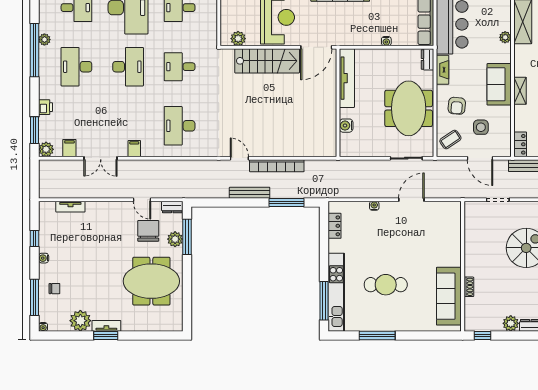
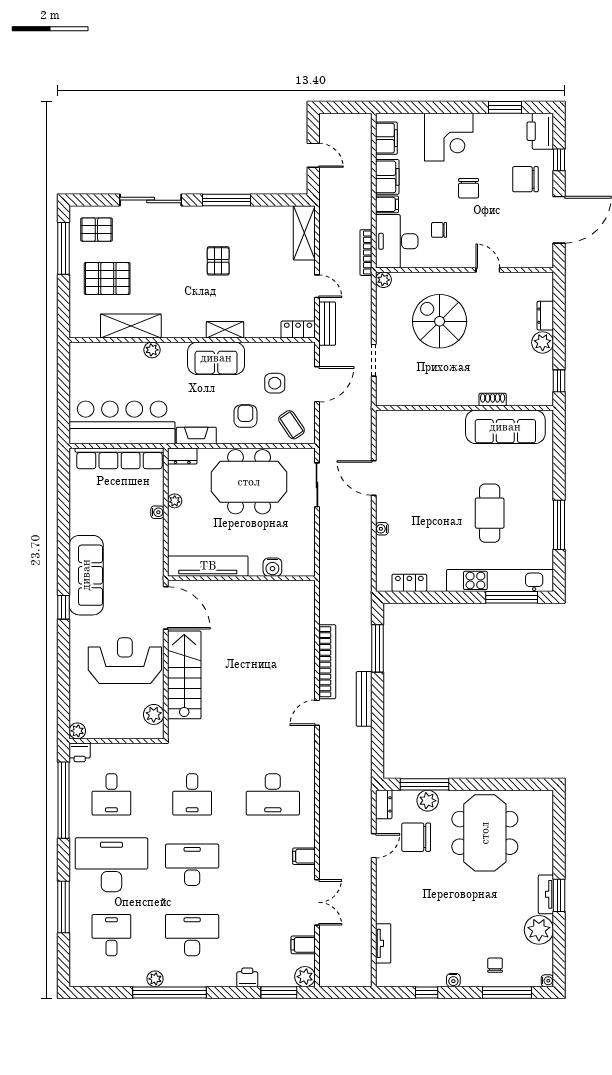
plant: (395, 54) -> (175, 501), added
desk: (76, 67) -> (192, 935), turned 180
armchair: (457, 106) -> (245, 416), turned -95

